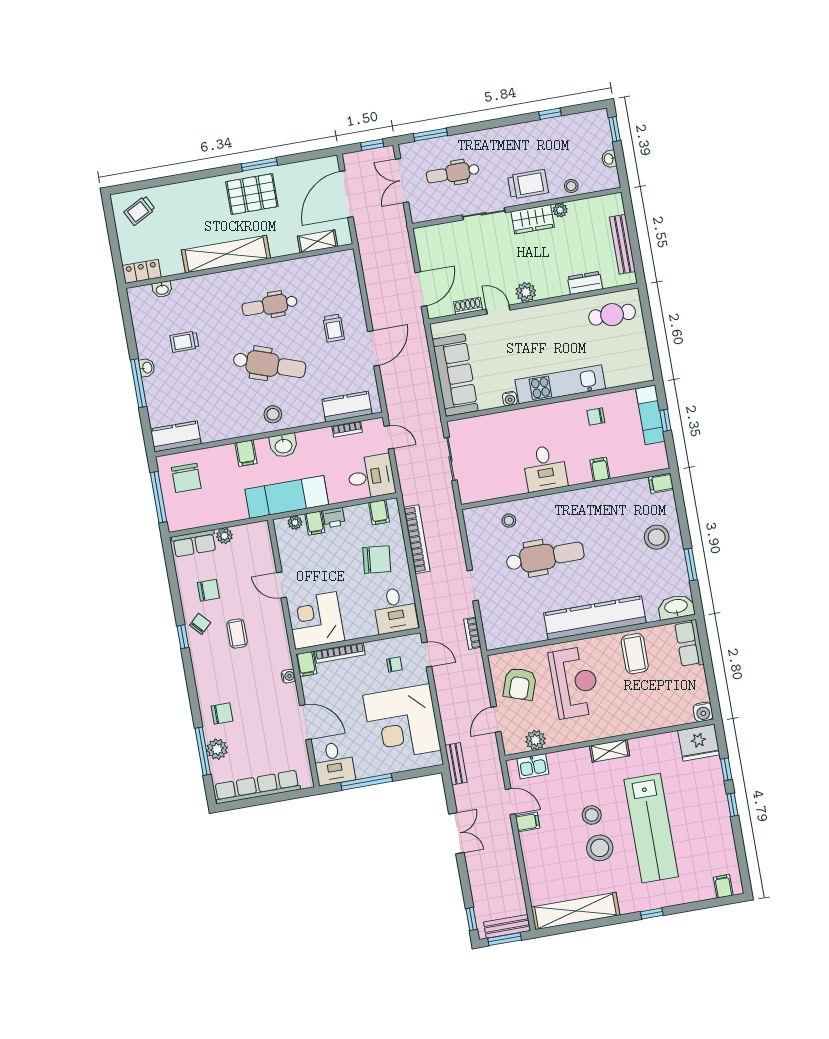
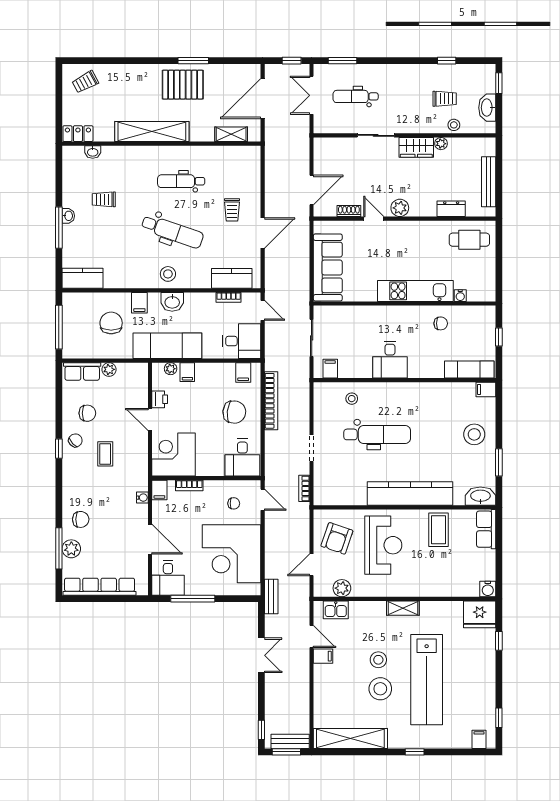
washbasin: (609, 159) -> (487, 108), width x1.91, depth x1.45
trolley: (528, 184) -> (445, 99), moved, width x0.73, depth x0.72
water cooler: (510, 399) -> (460, 296), moved
exam couch: (650, 415) -> (469, 370), moved, turned 90
chair: (596, 417) -> (441, 323), turned 180
filing cabinet: (600, 469) -> (330, 369), moved
chair: (186, 478) -> (111, 323), moved, turned 180
printer: (334, 518) -> (160, 399), moved, turned -90
bookcase: (340, 653) -> (189, 485), width x0.64
window: (732, 805) -> (499, 718), moved

